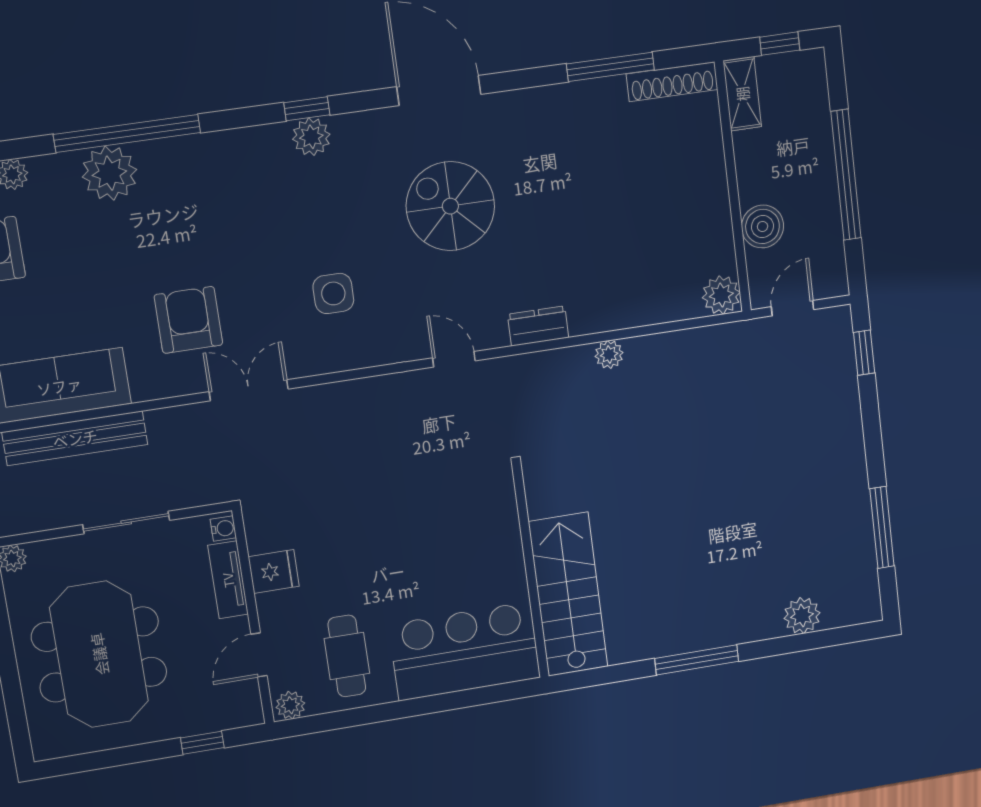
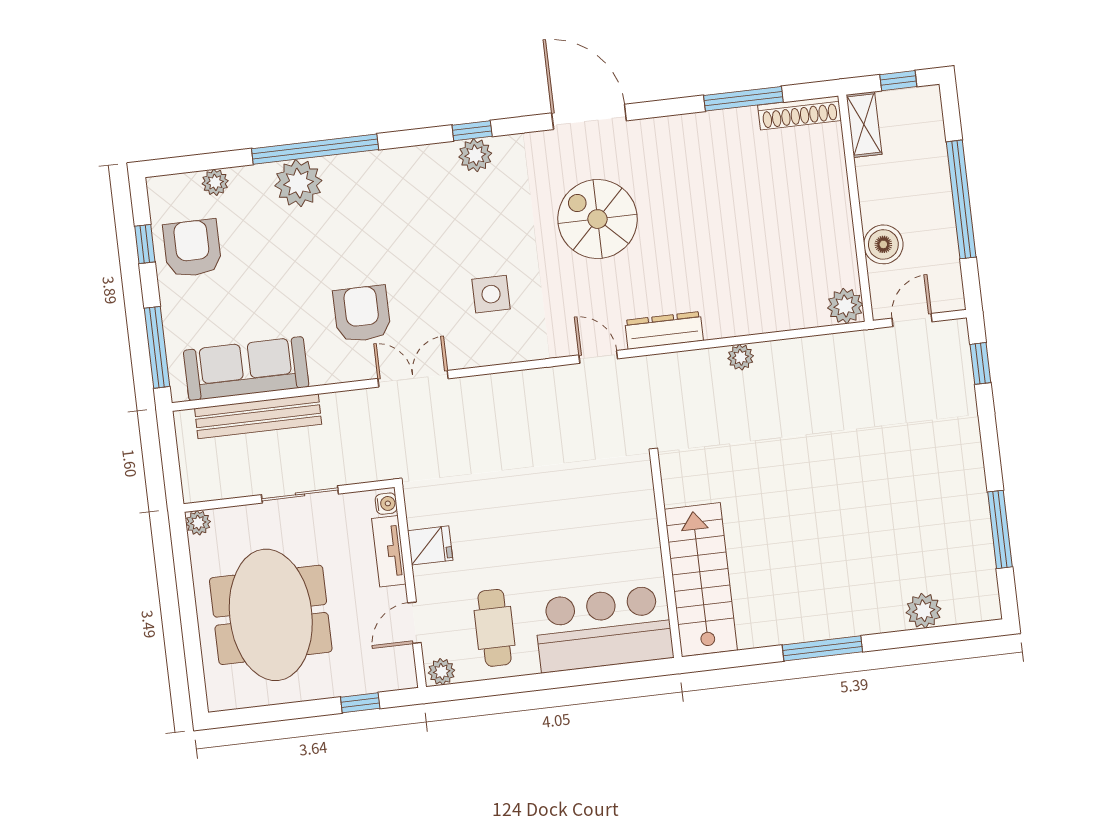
dresser: (538, 326) -> (664, 330), width x1.44

